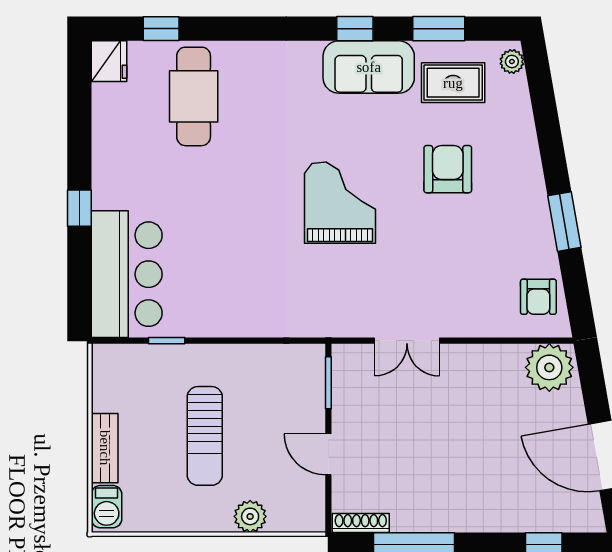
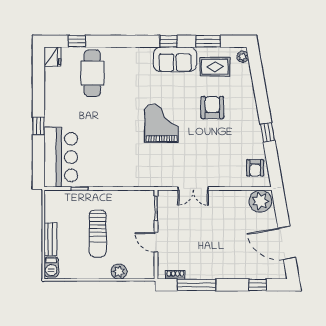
window: (564, 222) -> (267, 132), width x0.67
shoe rack: (361, 523) -> (175, 275), width x0.70

